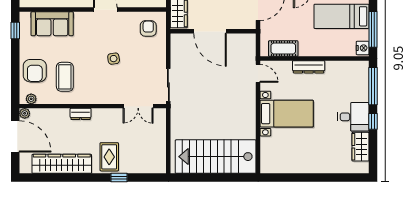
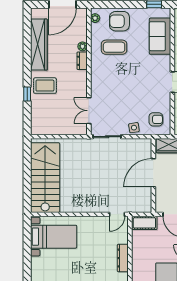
cot: (283, 49) -> (144, 223), moved, turned 90
side table: (114, 59) -> (134, 128), moved
plant: (25, 113) -> (83, 46), moved
bed with nightstands: (287, 114) -> (54, 237), moved, turned -90

